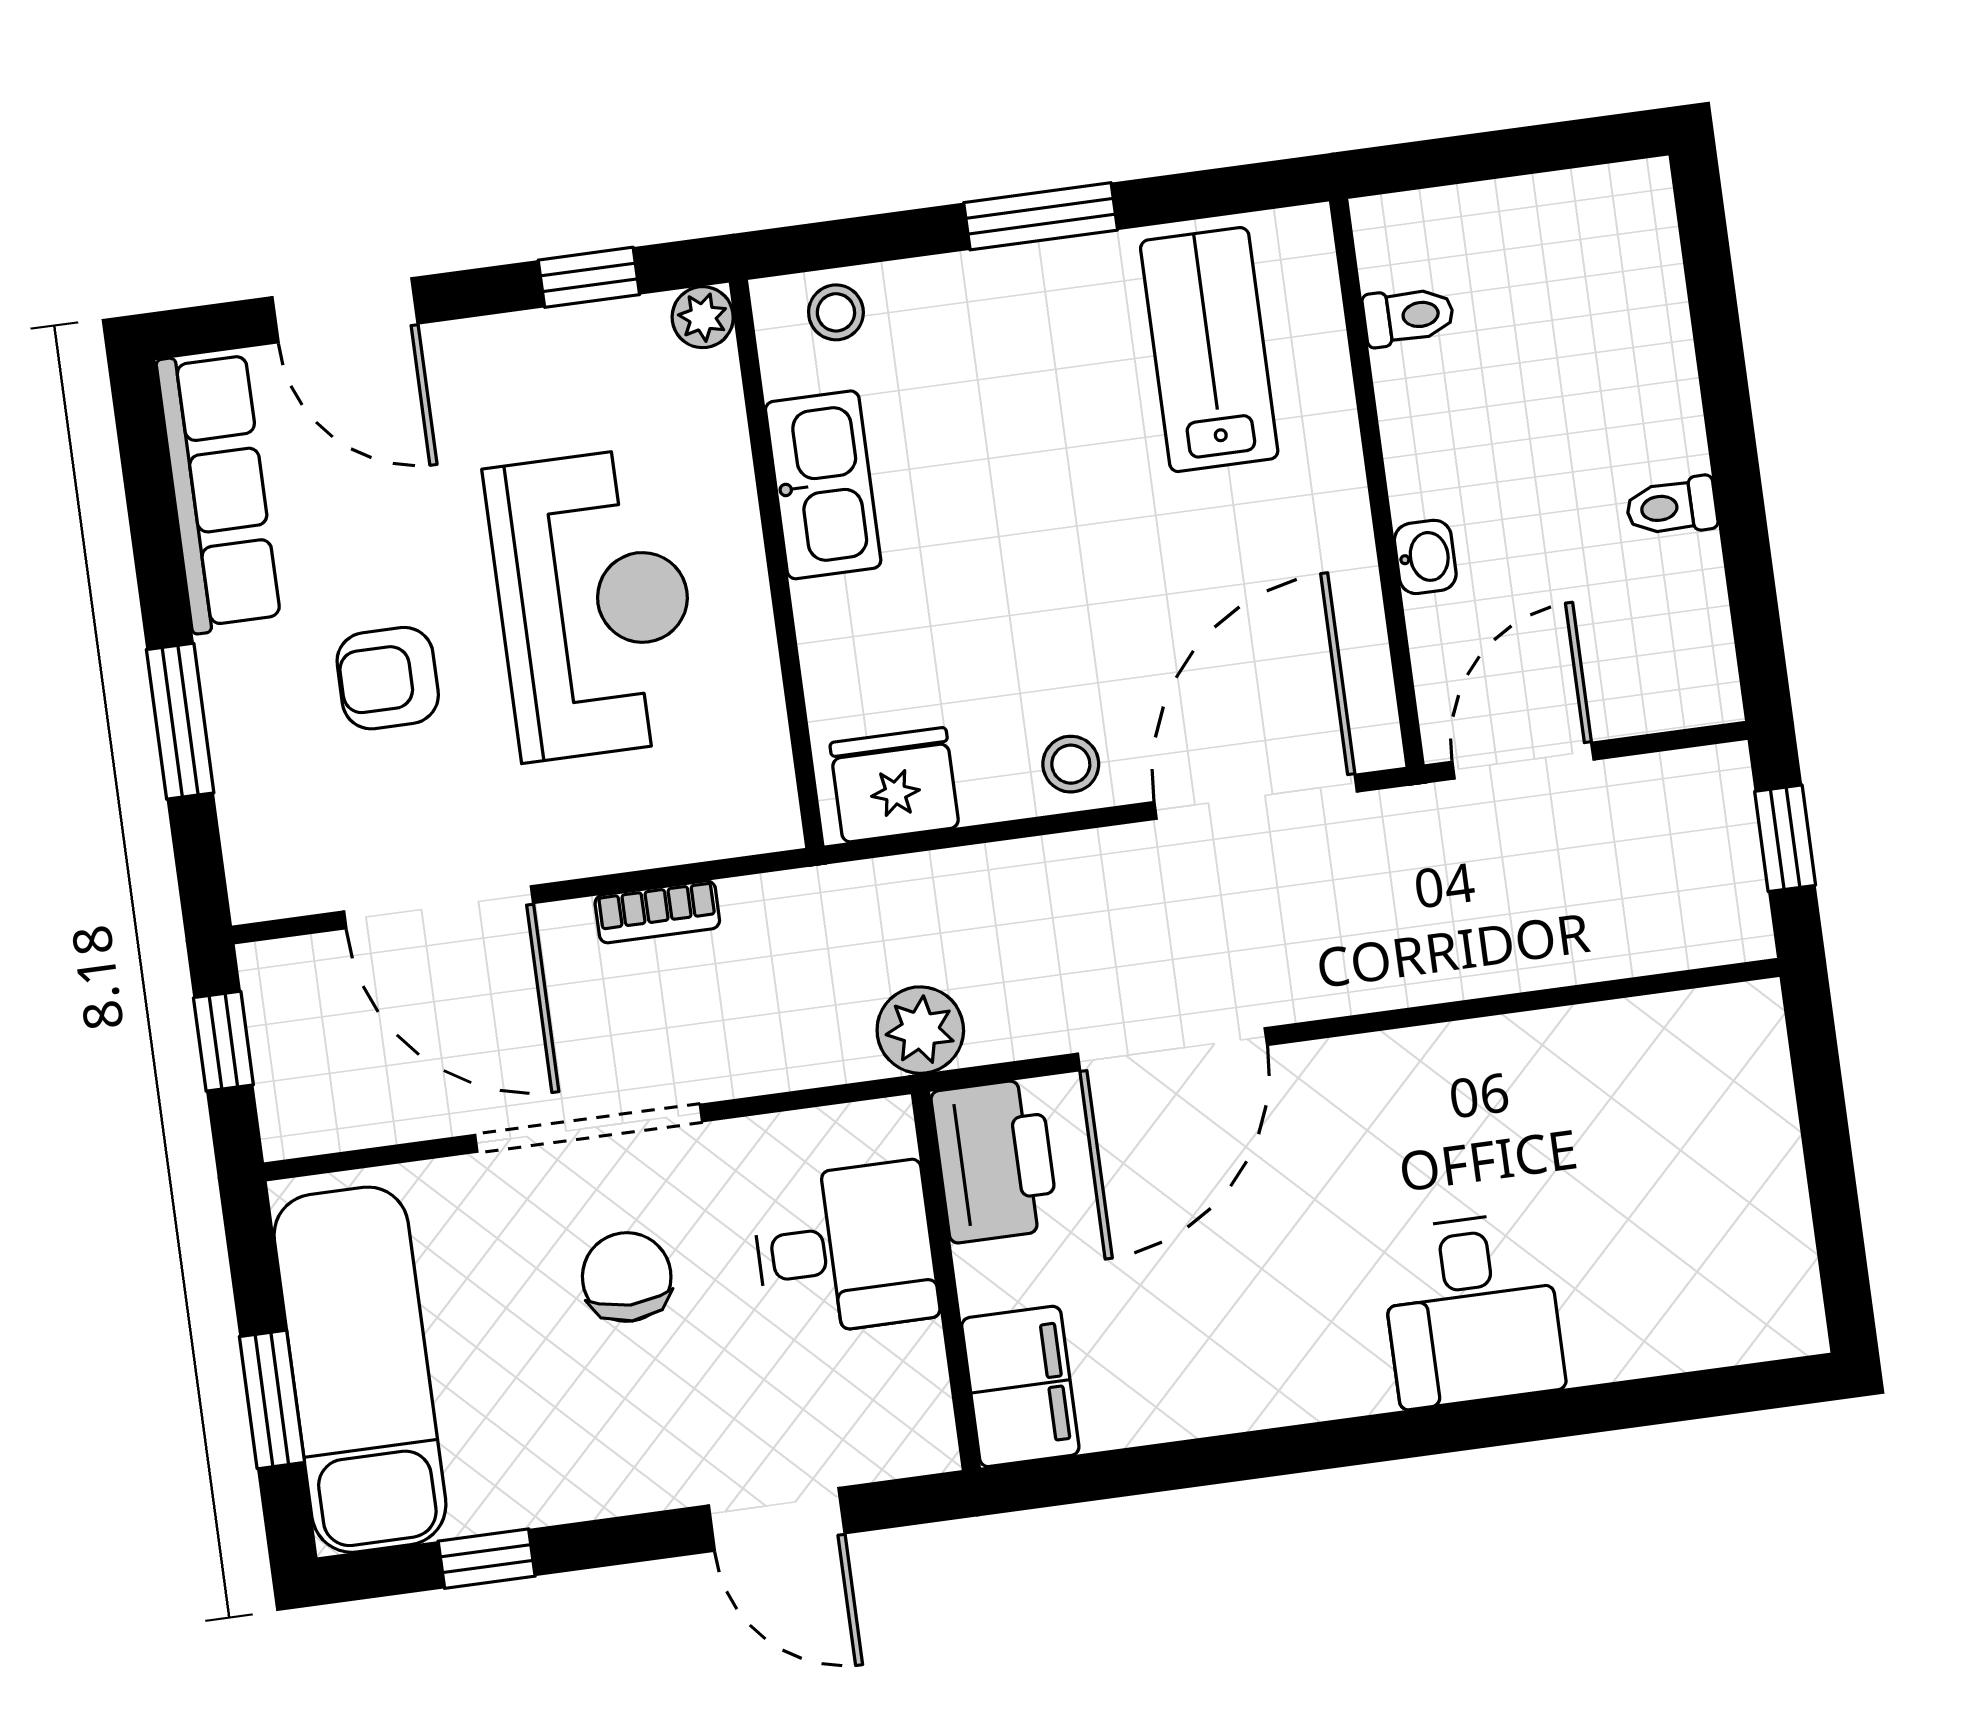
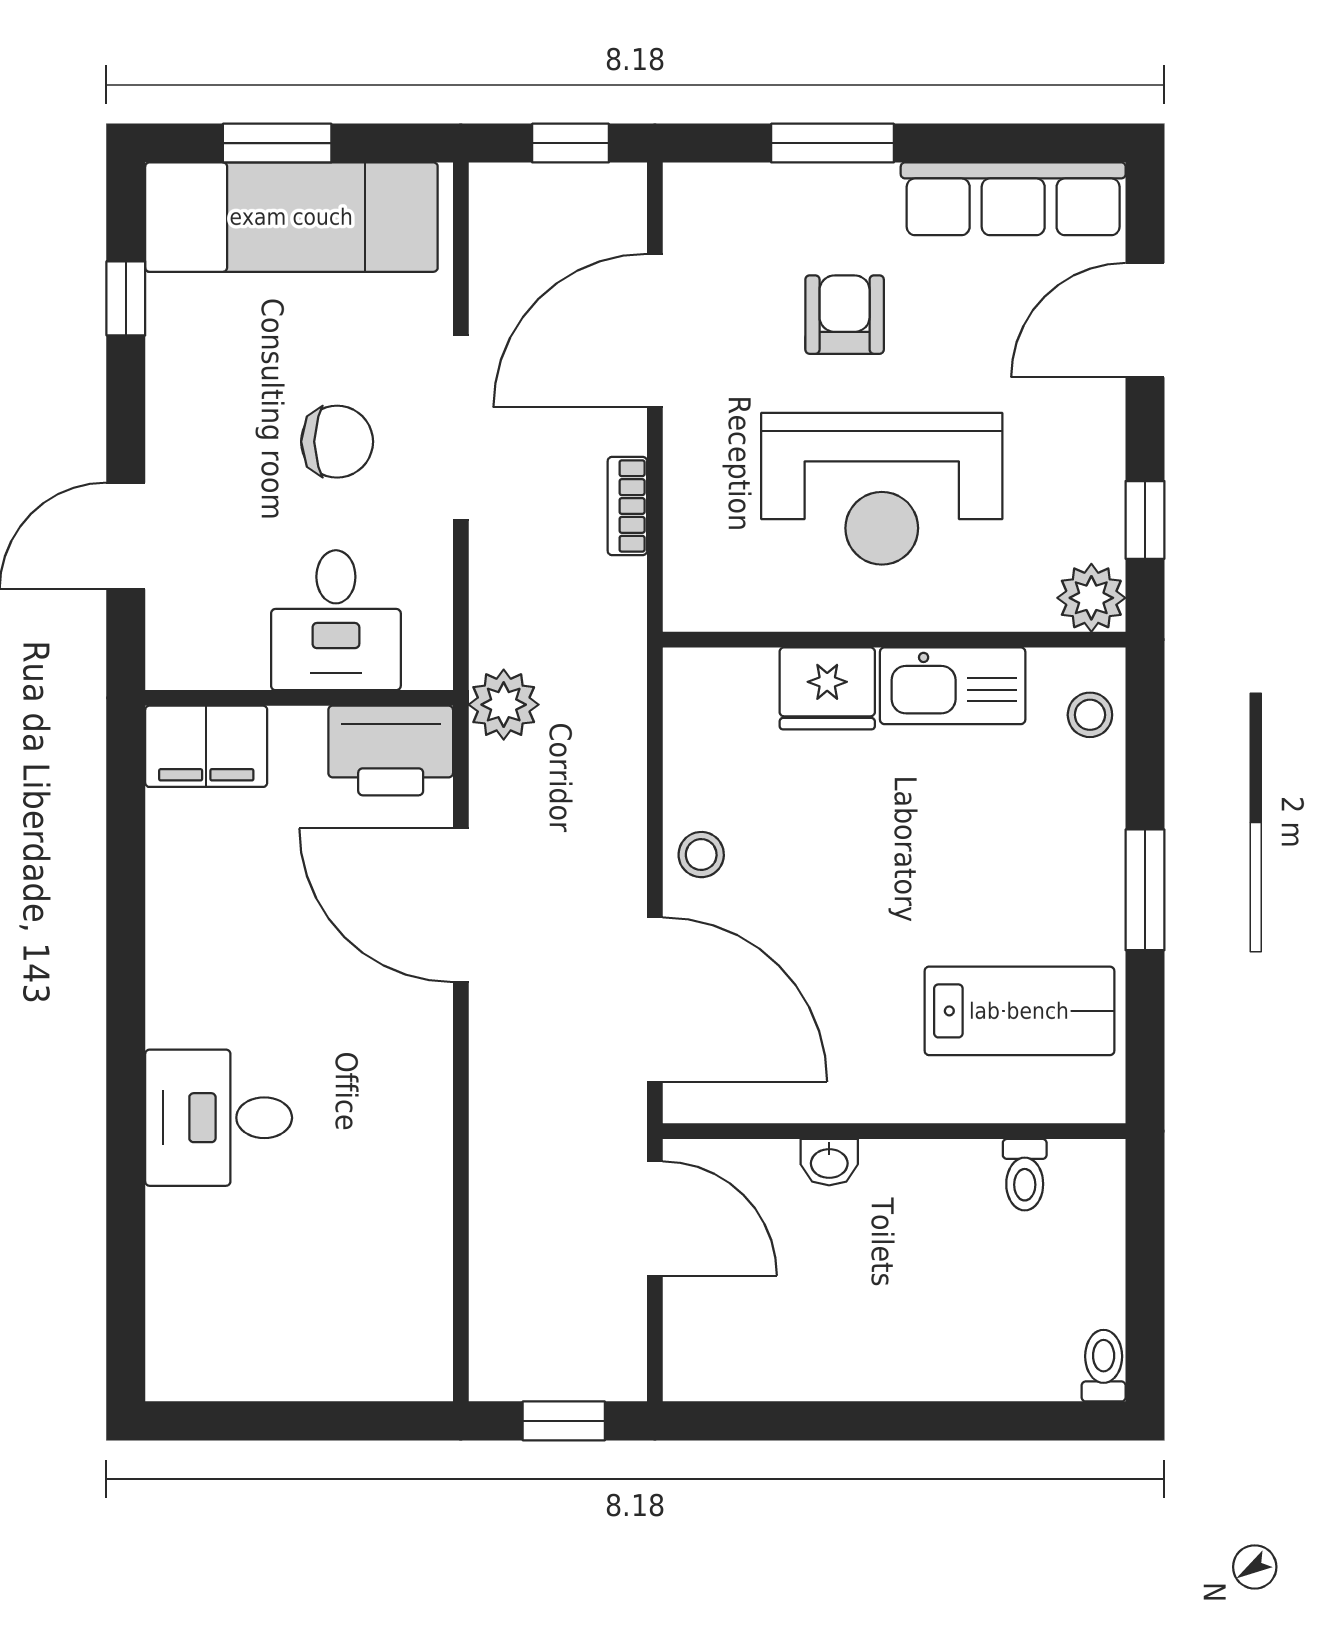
plant: (703, 317) -> (1091, 598), width x1.38, depth x1.38
toilet: (1672, 507) -> (1104, 1366), moved
fridge: (894, 785) -> (827, 688), moved, turned 90

